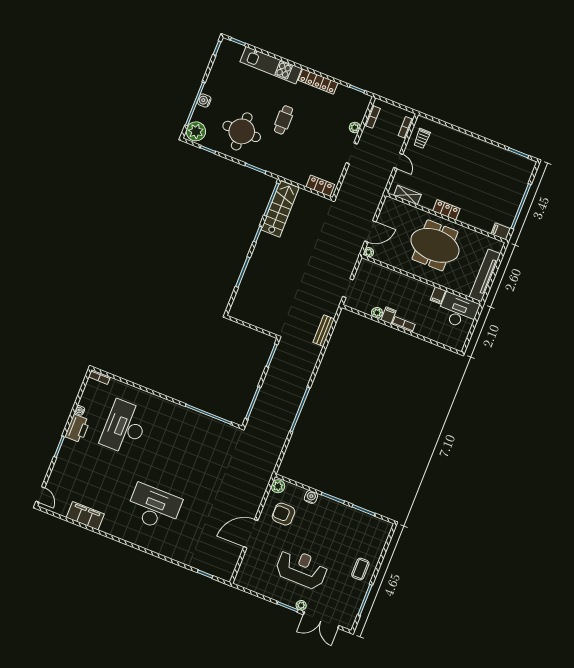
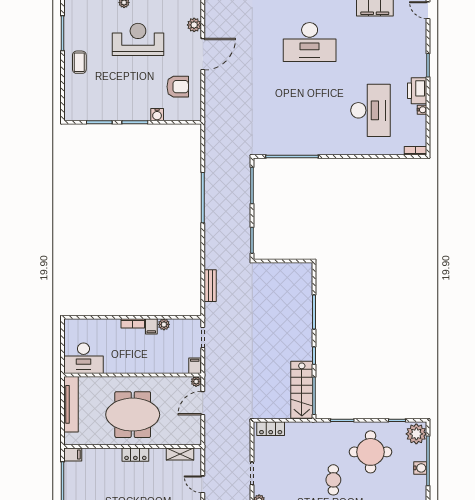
filing cabinet: (438, 295) -> (195, 366), moved
plant: (278, 486) -> (194, 25), moved
reception desk: (302, 569) -> (138, 39), turned 180

